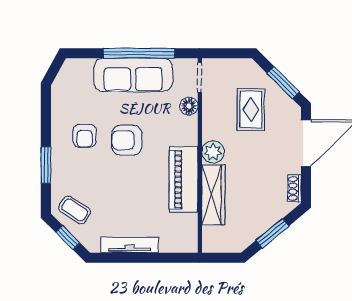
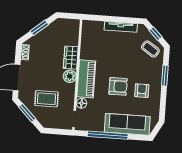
sofa: (133, 75) -> (127, 124), moved
rug: (251, 110) -> (46, 99), turned 90
piano: (184, 179) -> (86, 79), moved
wardrobe: (213, 195) -> (71, 58), width x0.67

